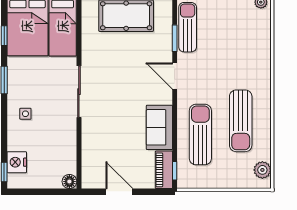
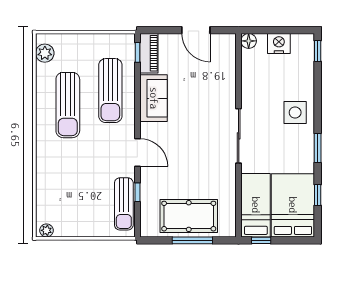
window: (175, 38) -> (137, 192), width x0.67
side table: (25, 114) -> (295, 112), width x1.87, depth x1.87
sun lounger: (241, 121) -> (68, 105), turned 180
nightstand: (17, 162) -> (279, 43), moved, turned -90

